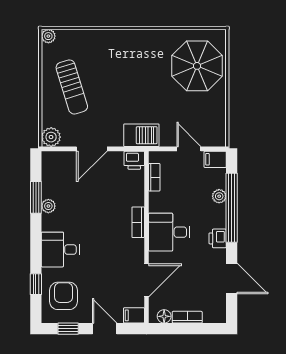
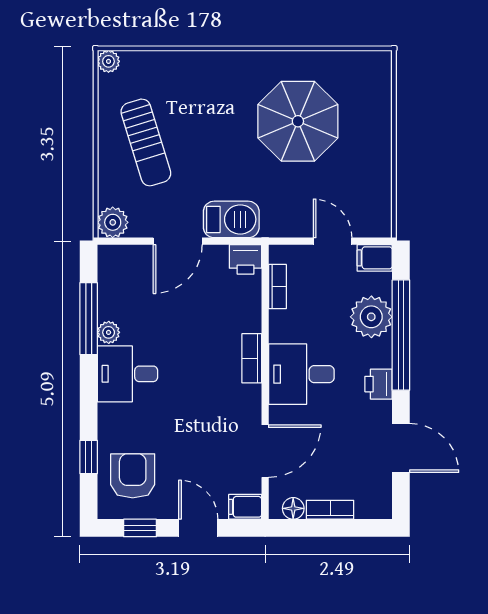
parasol: (197, 66) -> (298, 121), moved
barbecue: (141, 135) -> (231, 219), moved
plant: (219, 196) -> (371, 317), width x1.88, depth x1.88
window: (36, 197) -> (89, 319), width x1.44
desk: (60, 250) -> (128, 374), moved

